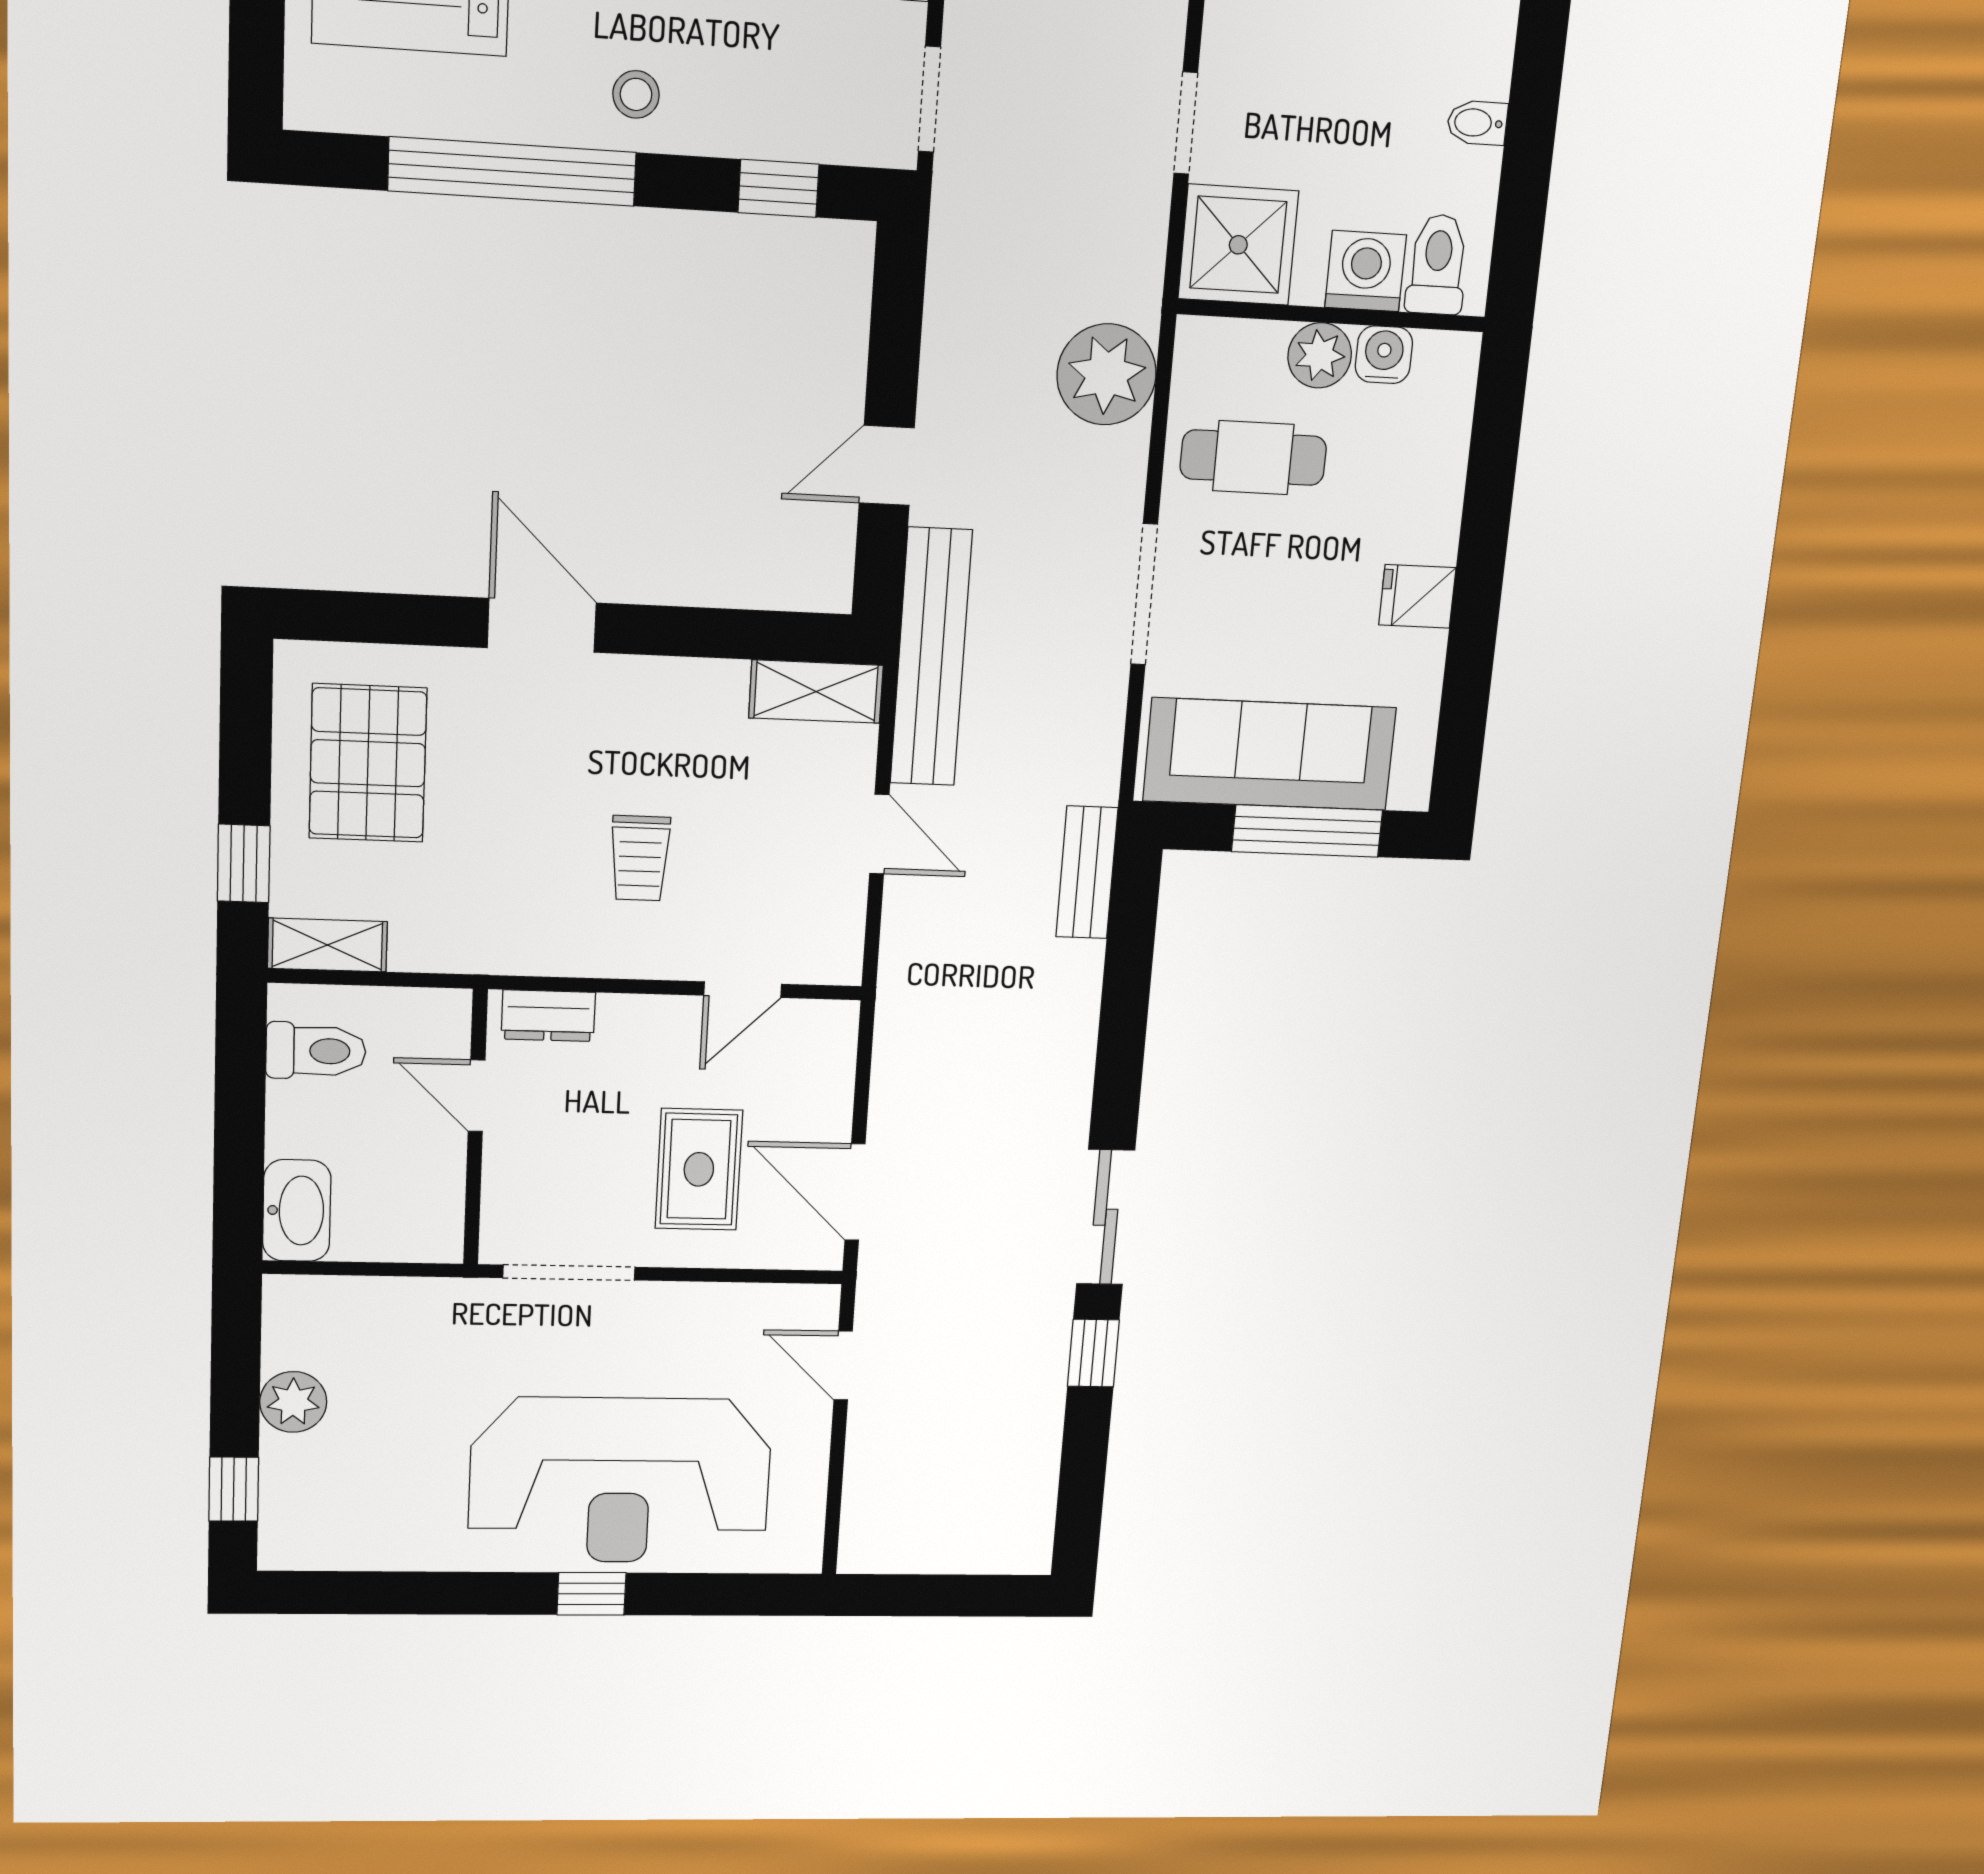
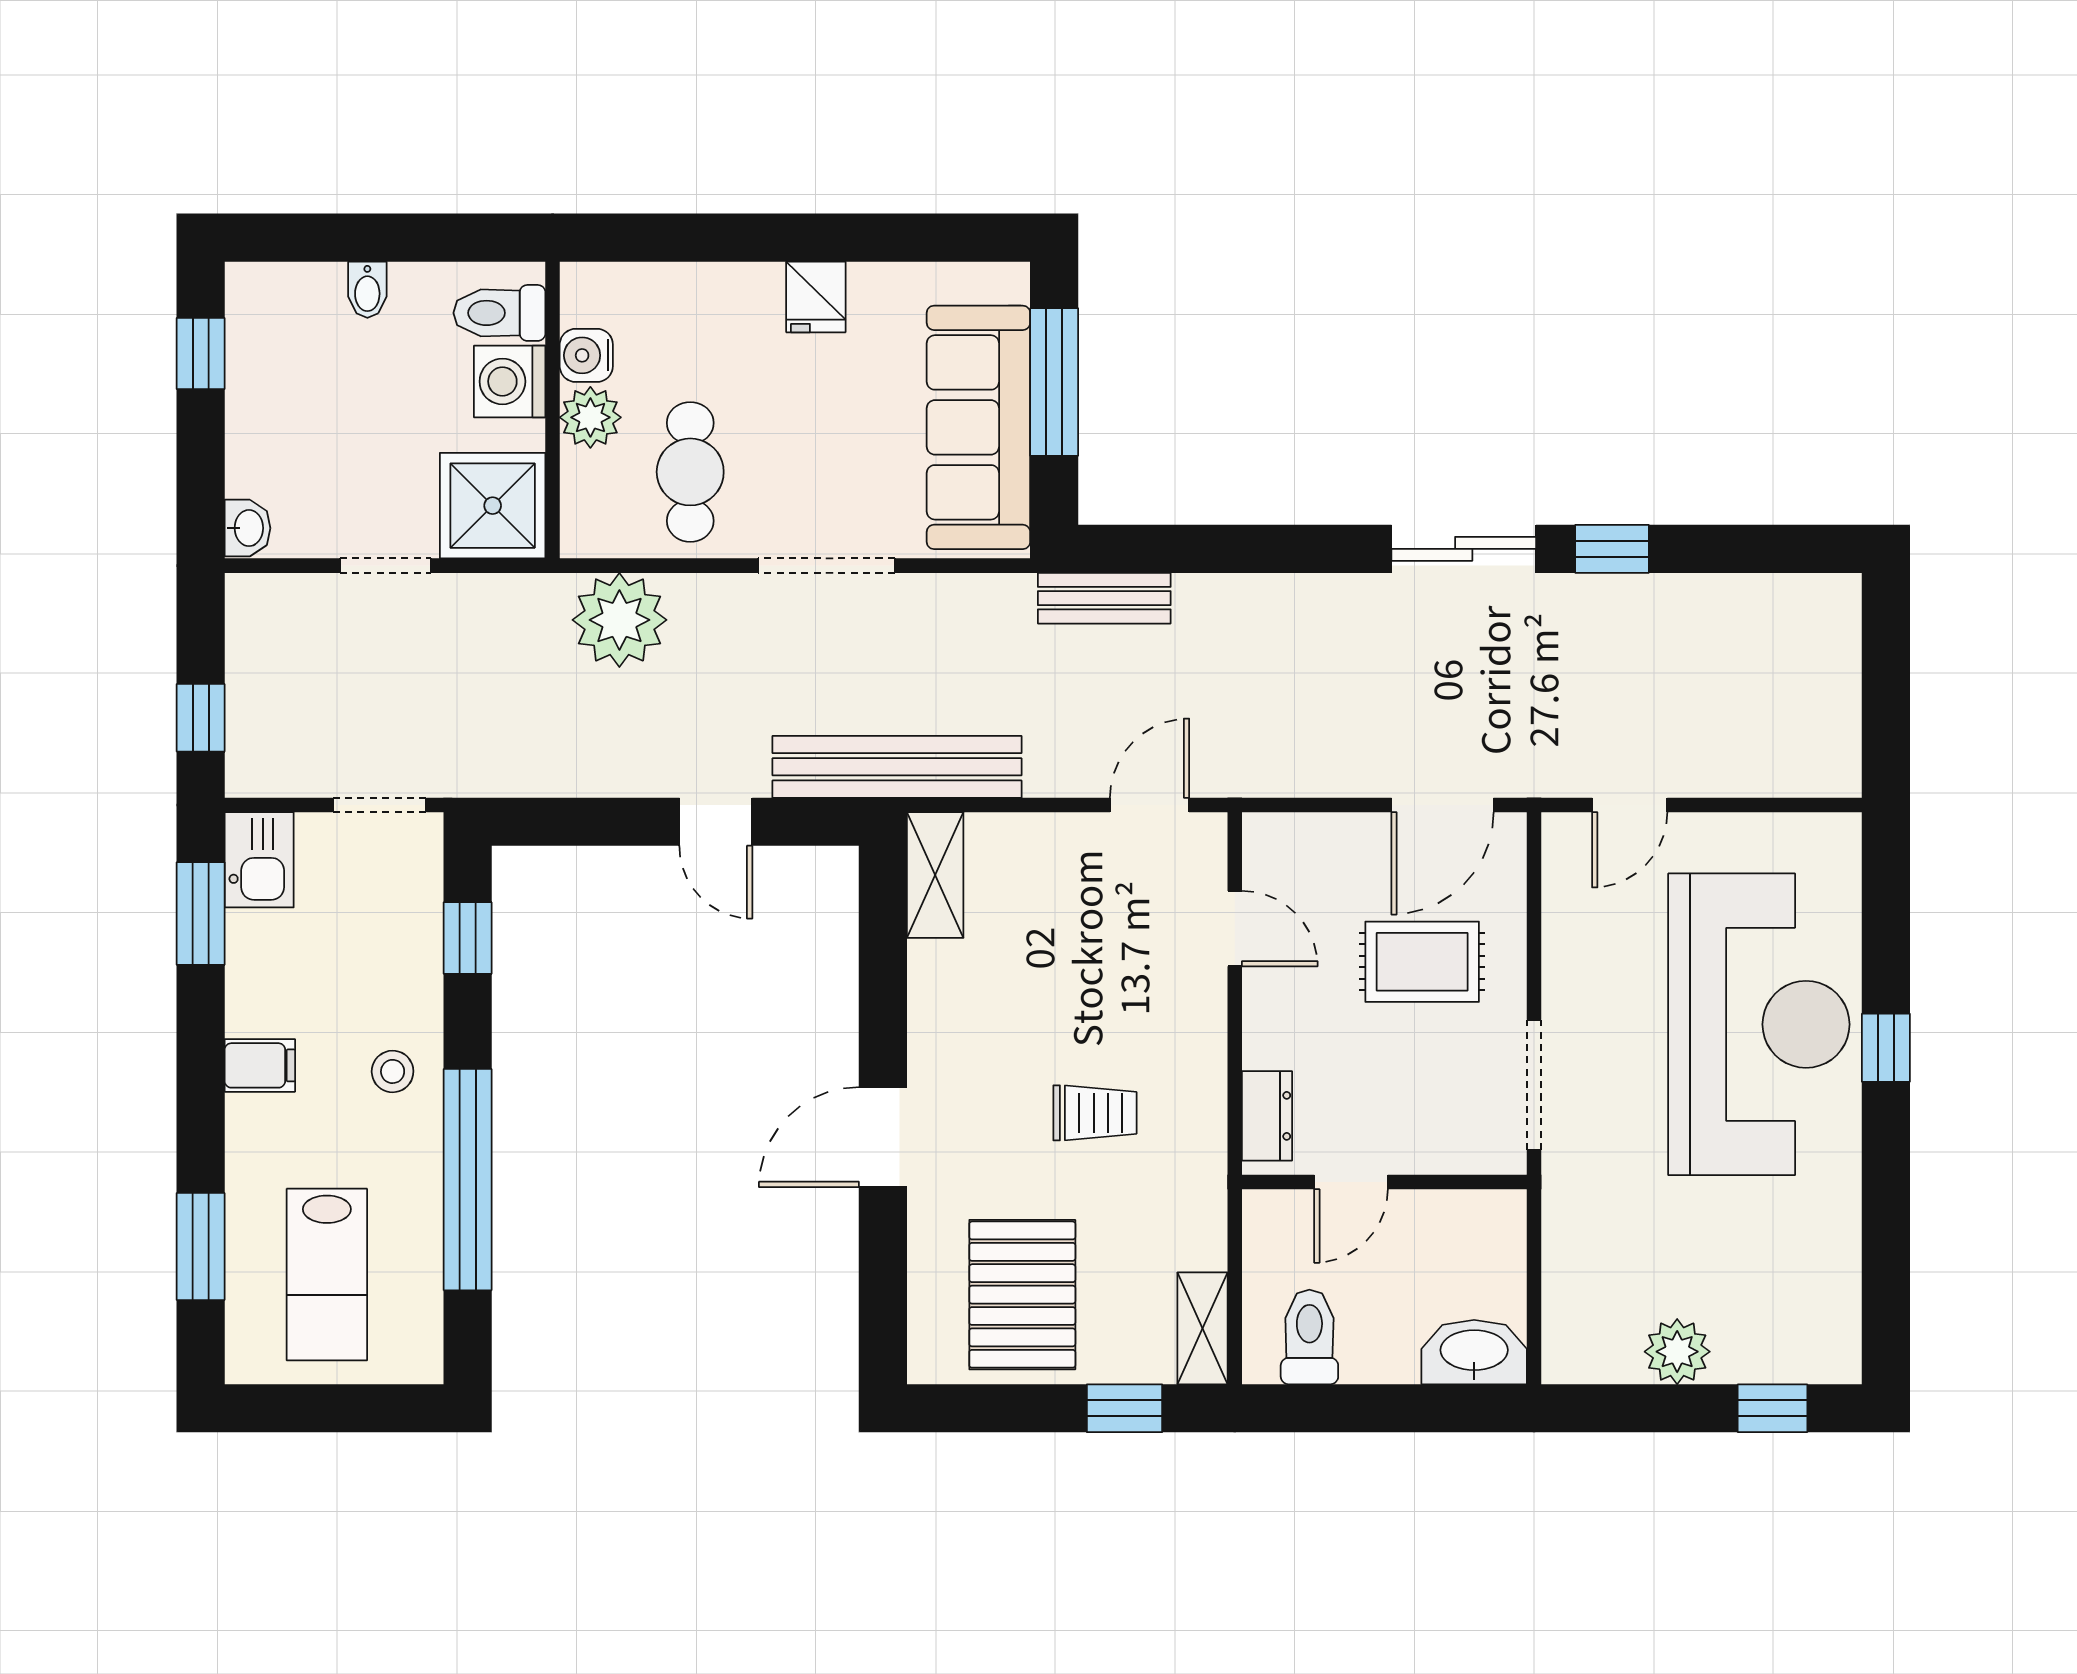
pallet: (368, 763) -> (1022, 1295), turned 90
door: (879, 834) -> (1150, 805), moved
trolley: (640, 858) -> (1095, 1113), moved

